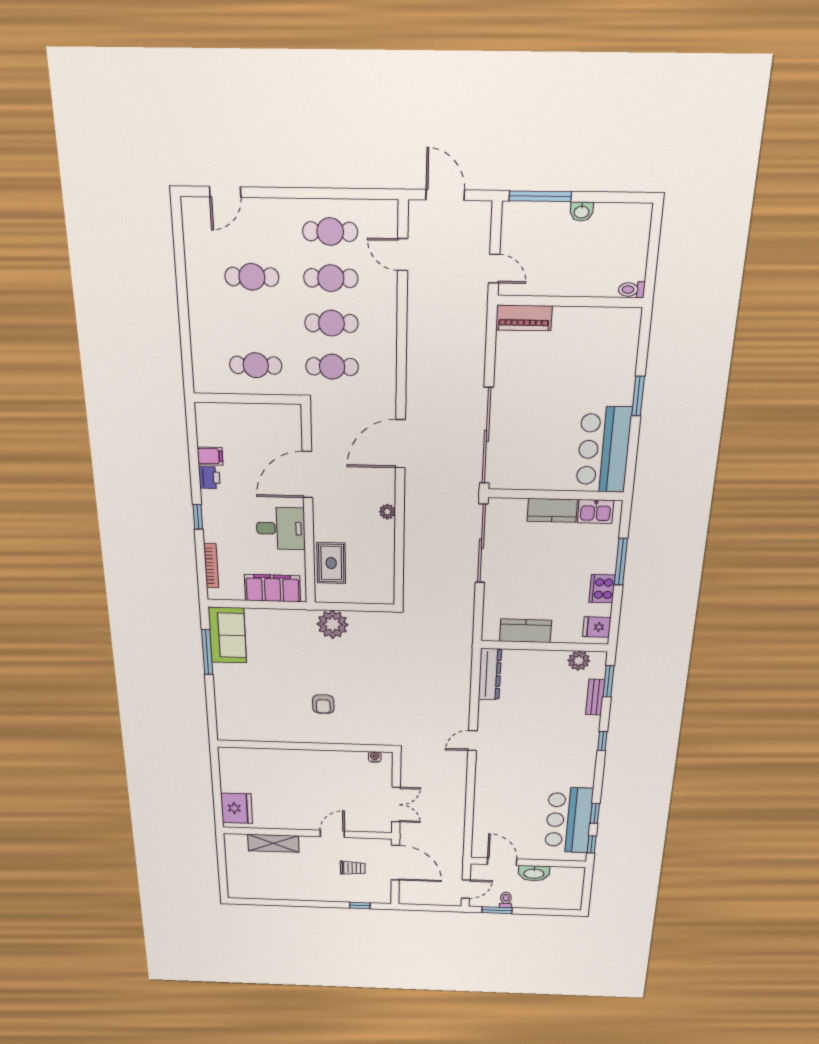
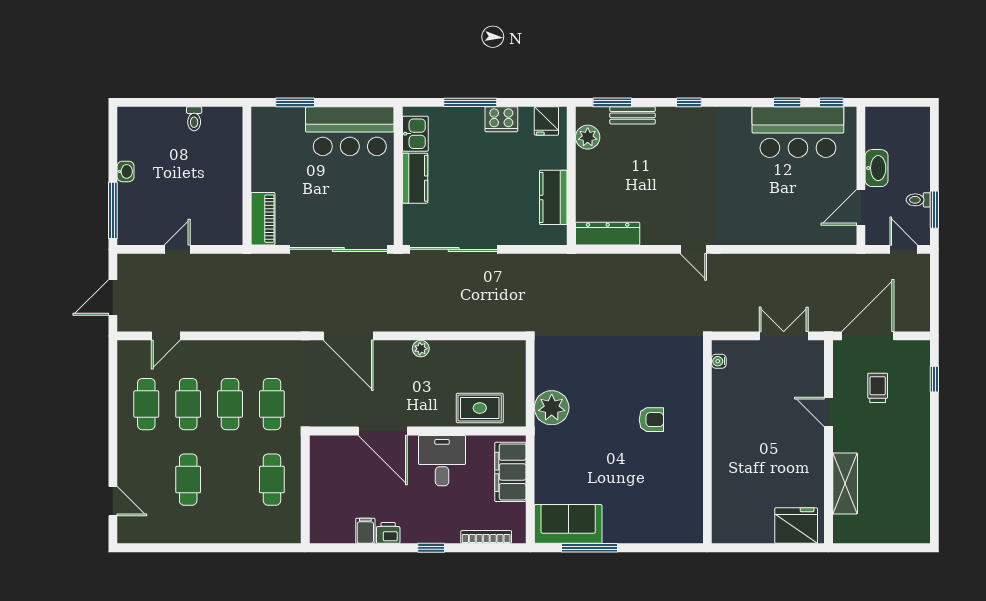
wall: (570, 301) -> (247, 176), moved
piano: (524, 318) -> (263, 219), moved

